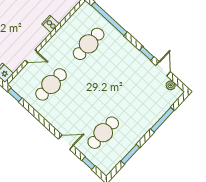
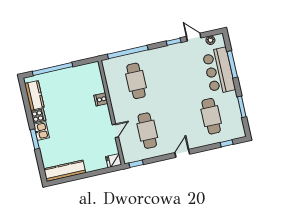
bar counter: (148, 112) -> (219, 71), added
door: (66, 142) -> (182, 153), moved

